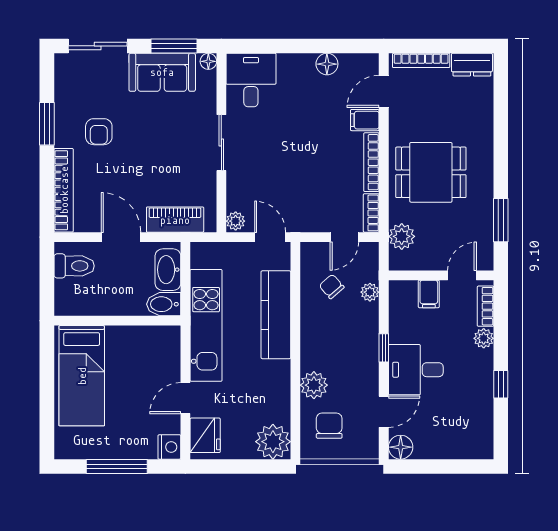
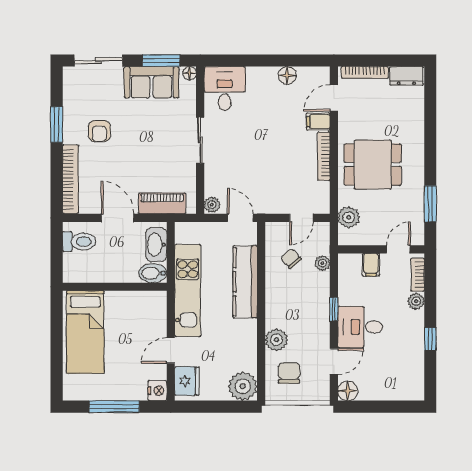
bookcase: (371, 213) -> (324, 198), removed

